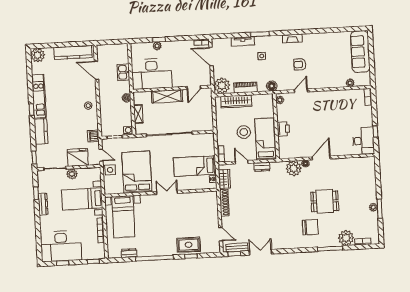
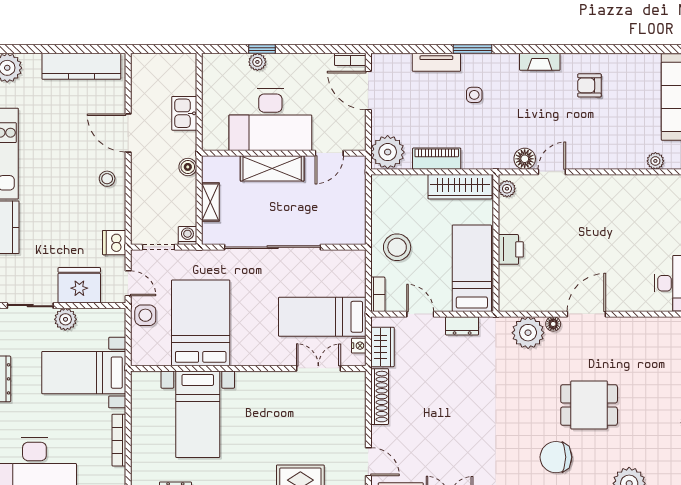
armchair: (300, 64) -> (589, 85), moved
door: (96, 70) -> (128, 133), moved
desk: (152, 74) -> (270, 120), moved
floor lamp: (272, 86) -> (525, 159), moved
wardrobe: (236, 101) -> (460, 187), moved
stool: (244, 132) -> (397, 247), moved
double door: (167, 192) -> (318, 368), moved
bed with nightstands: (123, 217) -> (198, 414), moved
chair: (310, 227) -> (556, 457), turned 180

